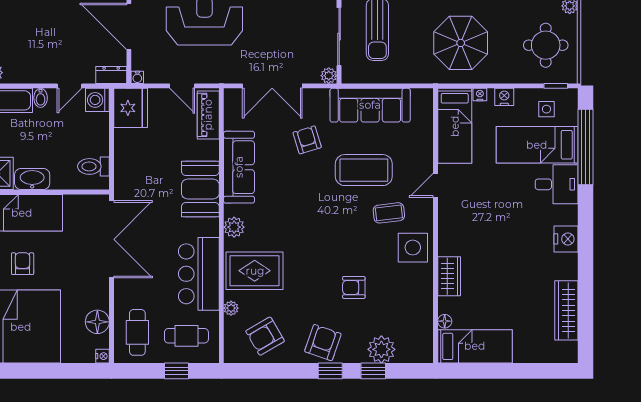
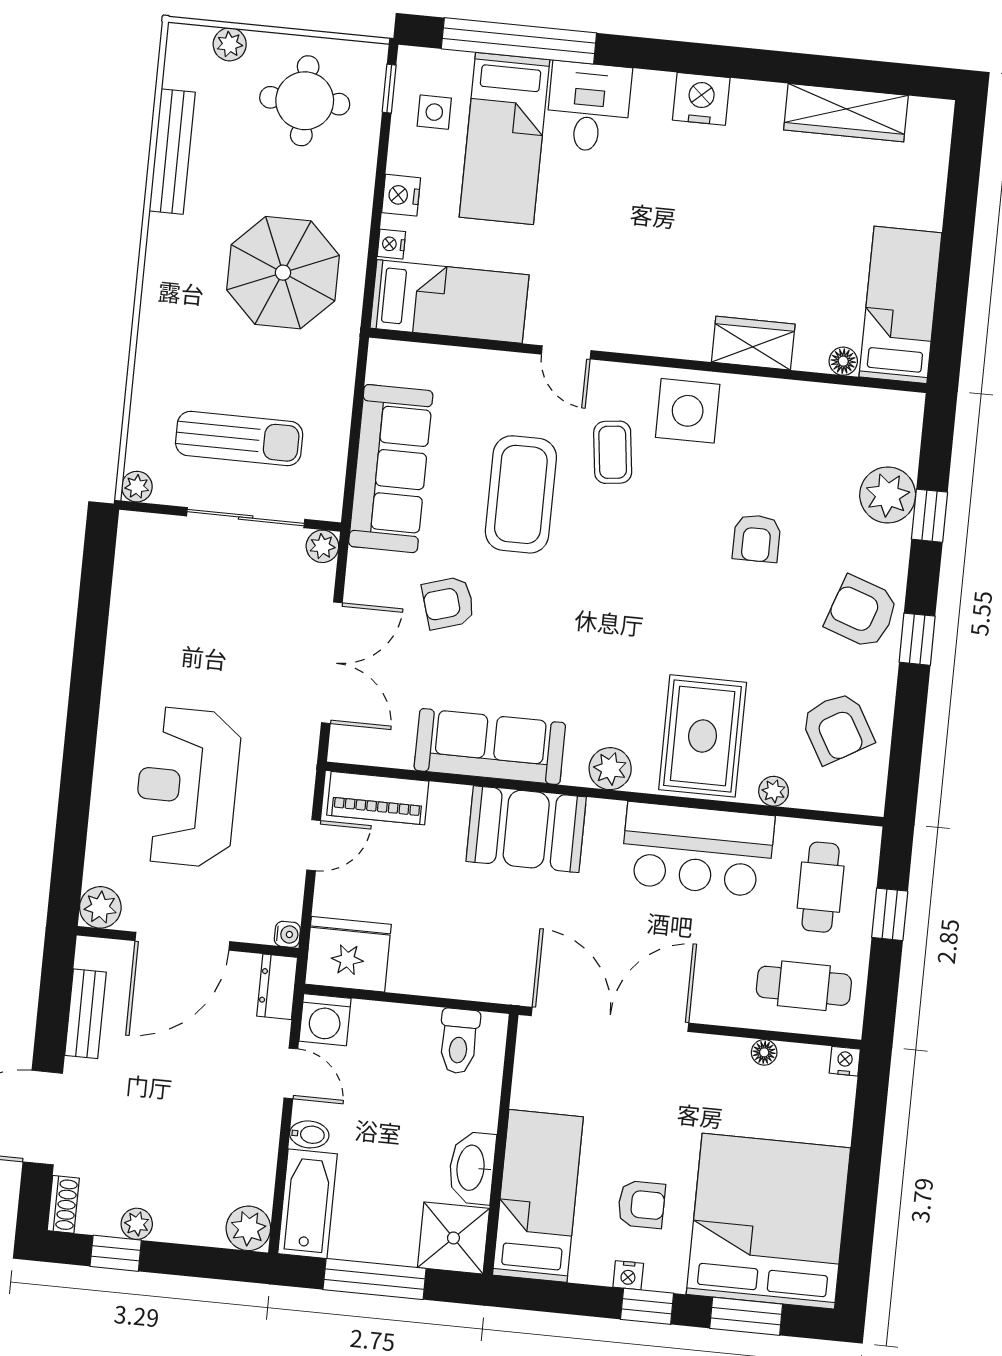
armchair: (23, 264) -> (641, 1204), turned 180
floor lamp: (97, 322) -> (764, 1052), width x0.53, depth x0.53
window: (330, 371) -> (917, 639), moved

